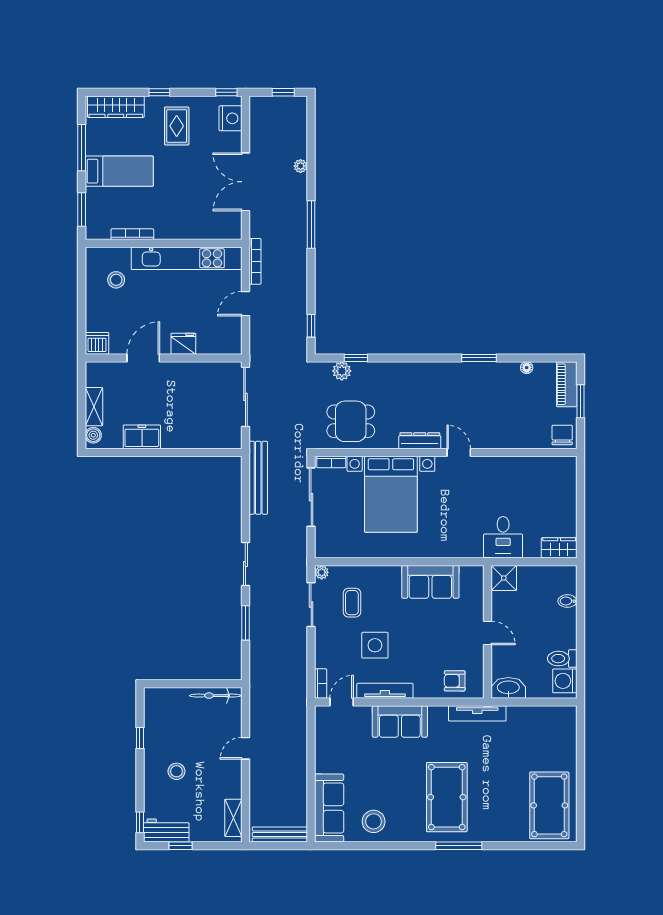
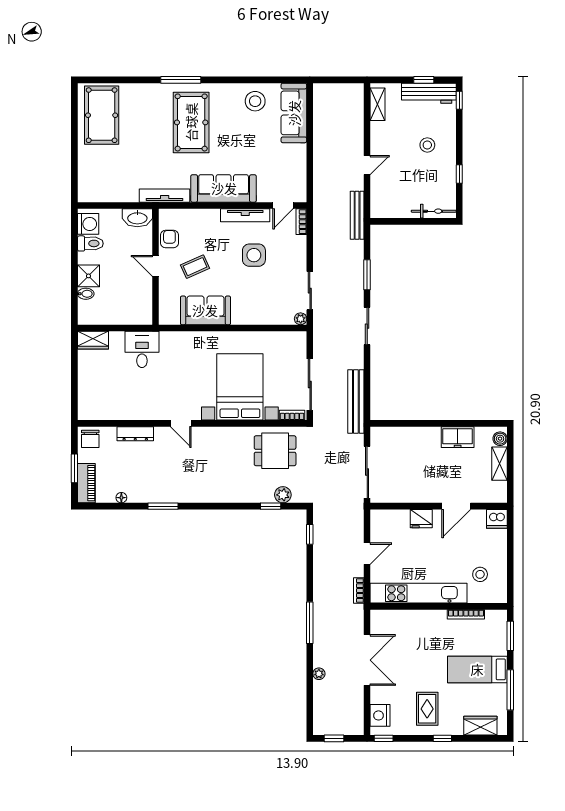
wardrobe: (116, 107) -> (480, 726), width x0.67
bookcase: (255, 261) -> (359, 591), width x0.64
dresser: (420, 441) -> (135, 434), moved
shower: (504, 578) -> (88, 276), moved
coffee table: (352, 603) -> (195, 267), moved, turned 66
armchair: (455, 681) -> (169, 239), moved, turned -90
bicycle: (215, 696) -> (434, 211), moved
sofa: (400, 722) -> (224, 188), width x1.36
workbench: (166, 830) -> (429, 93), width x1.38
bench: (280, 834) -> (357, 215), moved, turned 90

